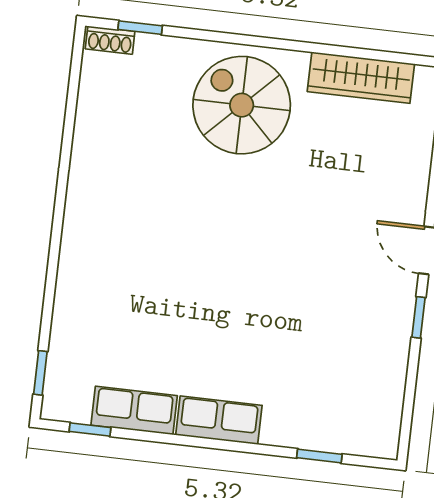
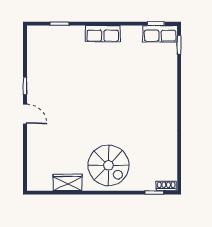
wardrobe: (361, 78) -> (68, 182), width x0.67
row of seats: (134, 410) -> (160, 34), moved

